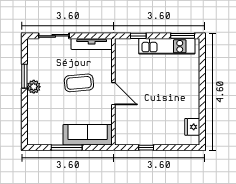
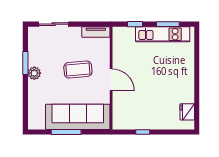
window: (183, 36) -> (168, 24), moved
tv unit: (92, 44) -> (96, 32), width x0.71
sofa: (88, 135) -> (78, 117), width x1.36, depth x1.27

